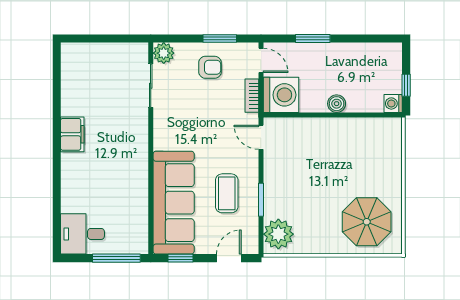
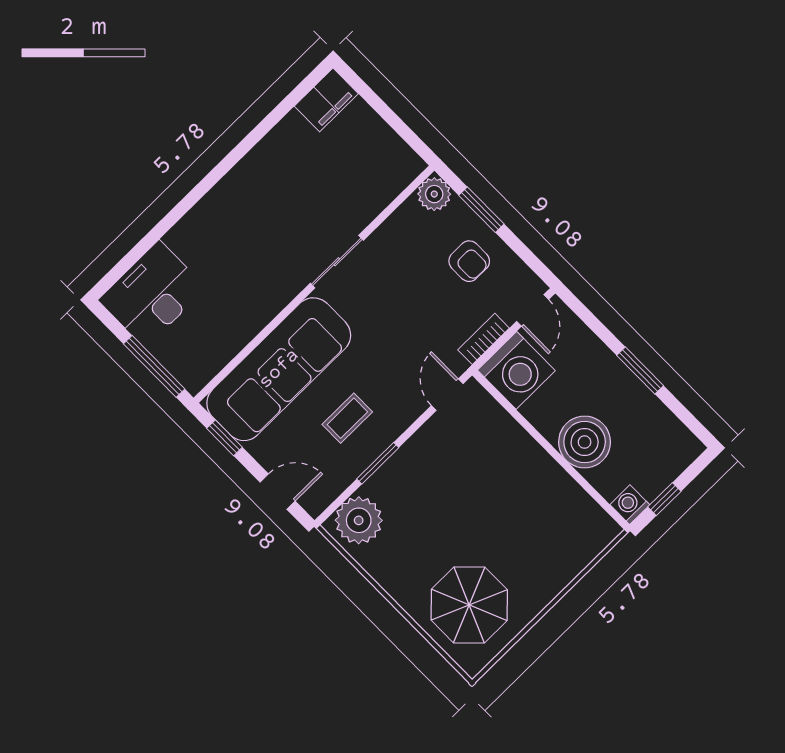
window: (220, 39) -> (481, 210), moved
window: (313, 39) -> (640, 371), moved
sliding door: (151, 86) -> (337, 262), moved
boiler: (337, 104) -> (585, 442), width x1.86, depth x1.86
filing cabinet: (72, 134) -> (326, 100), moved
coffee table: (227, 193) -> (347, 418), width x0.73, depth x0.77
desk: (82, 234) -> (152, 294), width x1.37

